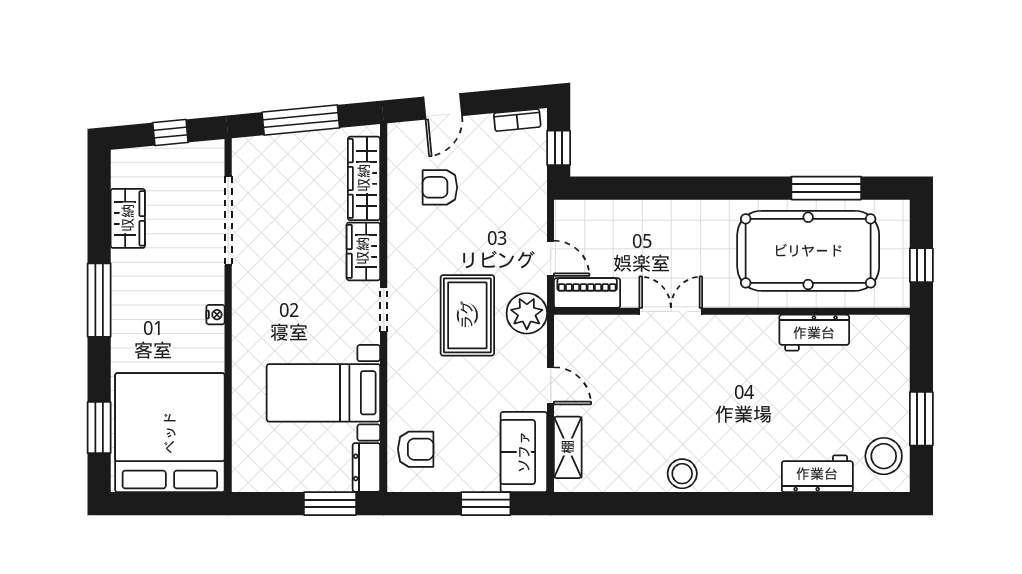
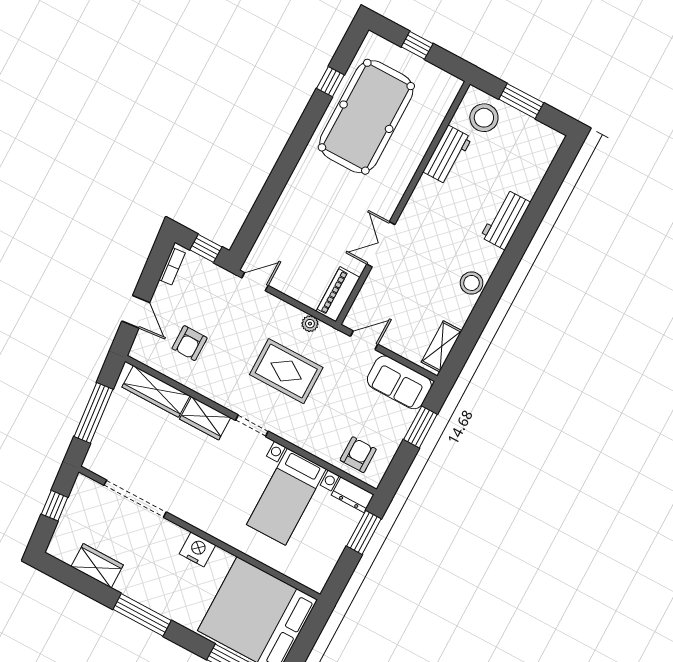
window: (826, 188) -> (330, 82), width x0.46
door: (551, 258) -> (255, 282), moved
piano: (587, 293) -> (338, 294), moved
double door: (671, 311) -> (381, 244), moved
wall: (732, 311) -> (403, 203), moved
plant: (527, 313) -> (310, 324), width x0.53, depth x0.53
nightstand: (215, 315) -> (197, 549), width x1.89, depth x1.79
workbench: (814, 333) -> (447, 155), moved
shelving: (568, 447) -> (442, 346), moved, turned 90
stool: (884, 456) -> (484, 118), moved
workbench: (817, 474) -> (506, 220), moved

